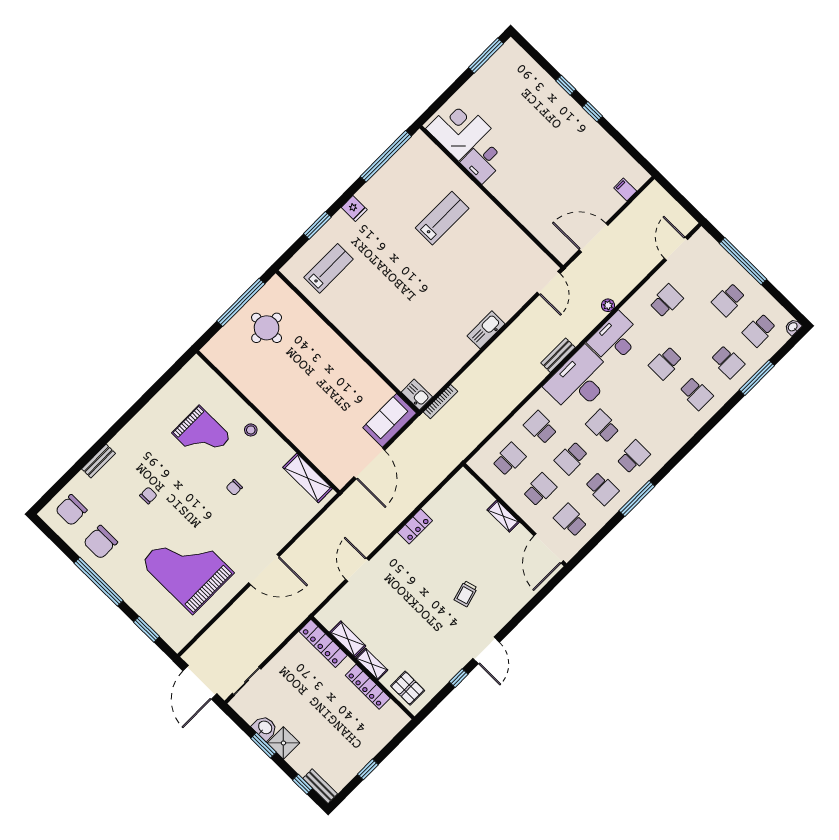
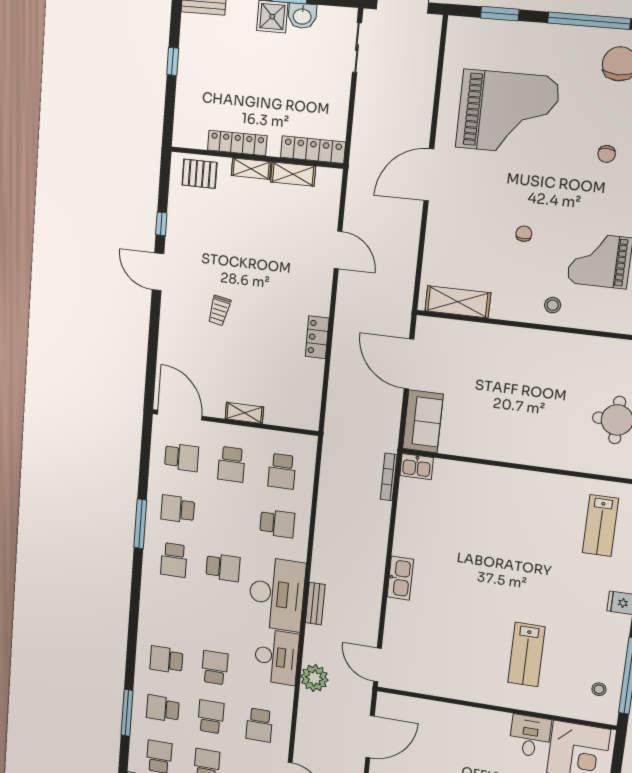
stool: (412, 161) -> (599, 689), added
plant: (608, 305) -> (314, 678), width x1.88, depth x1.88
school desk: (571, 458) -> (211, 717), moved
trolley: (466, 594) -> (219, 311), turned -153

